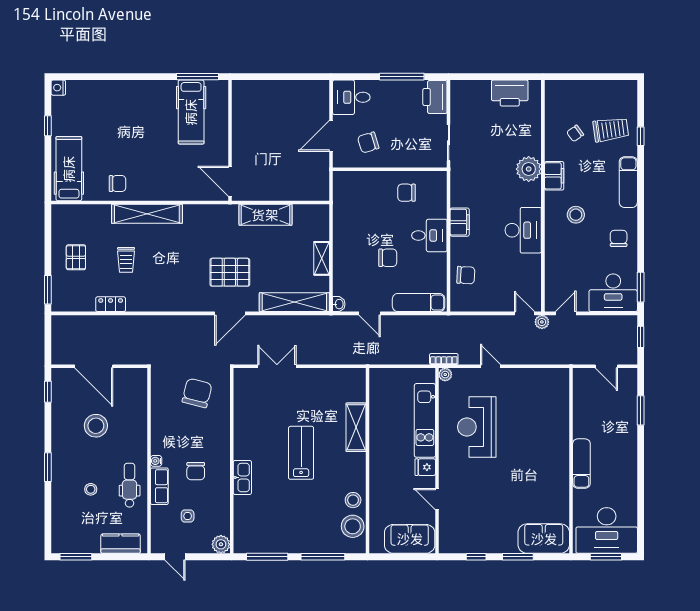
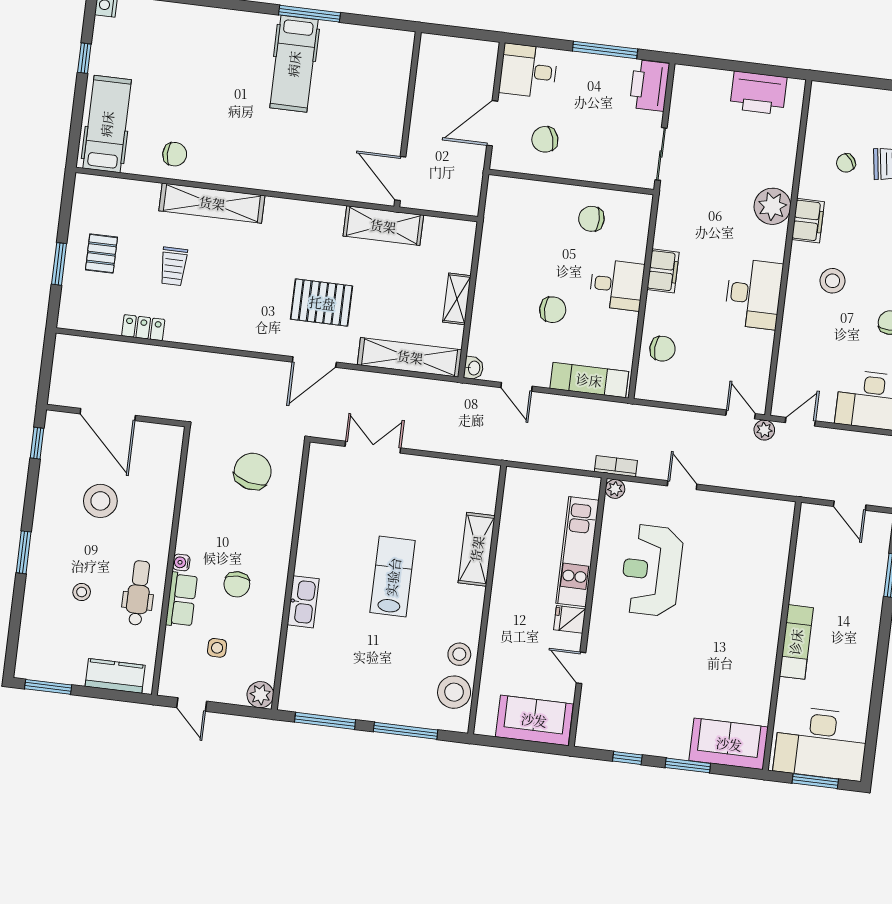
wall: (230, 140) -> (408, 119), moved
door: (230, 181) -> (400, 179), moved
window: (48, 290) -> (59, 264), moved

